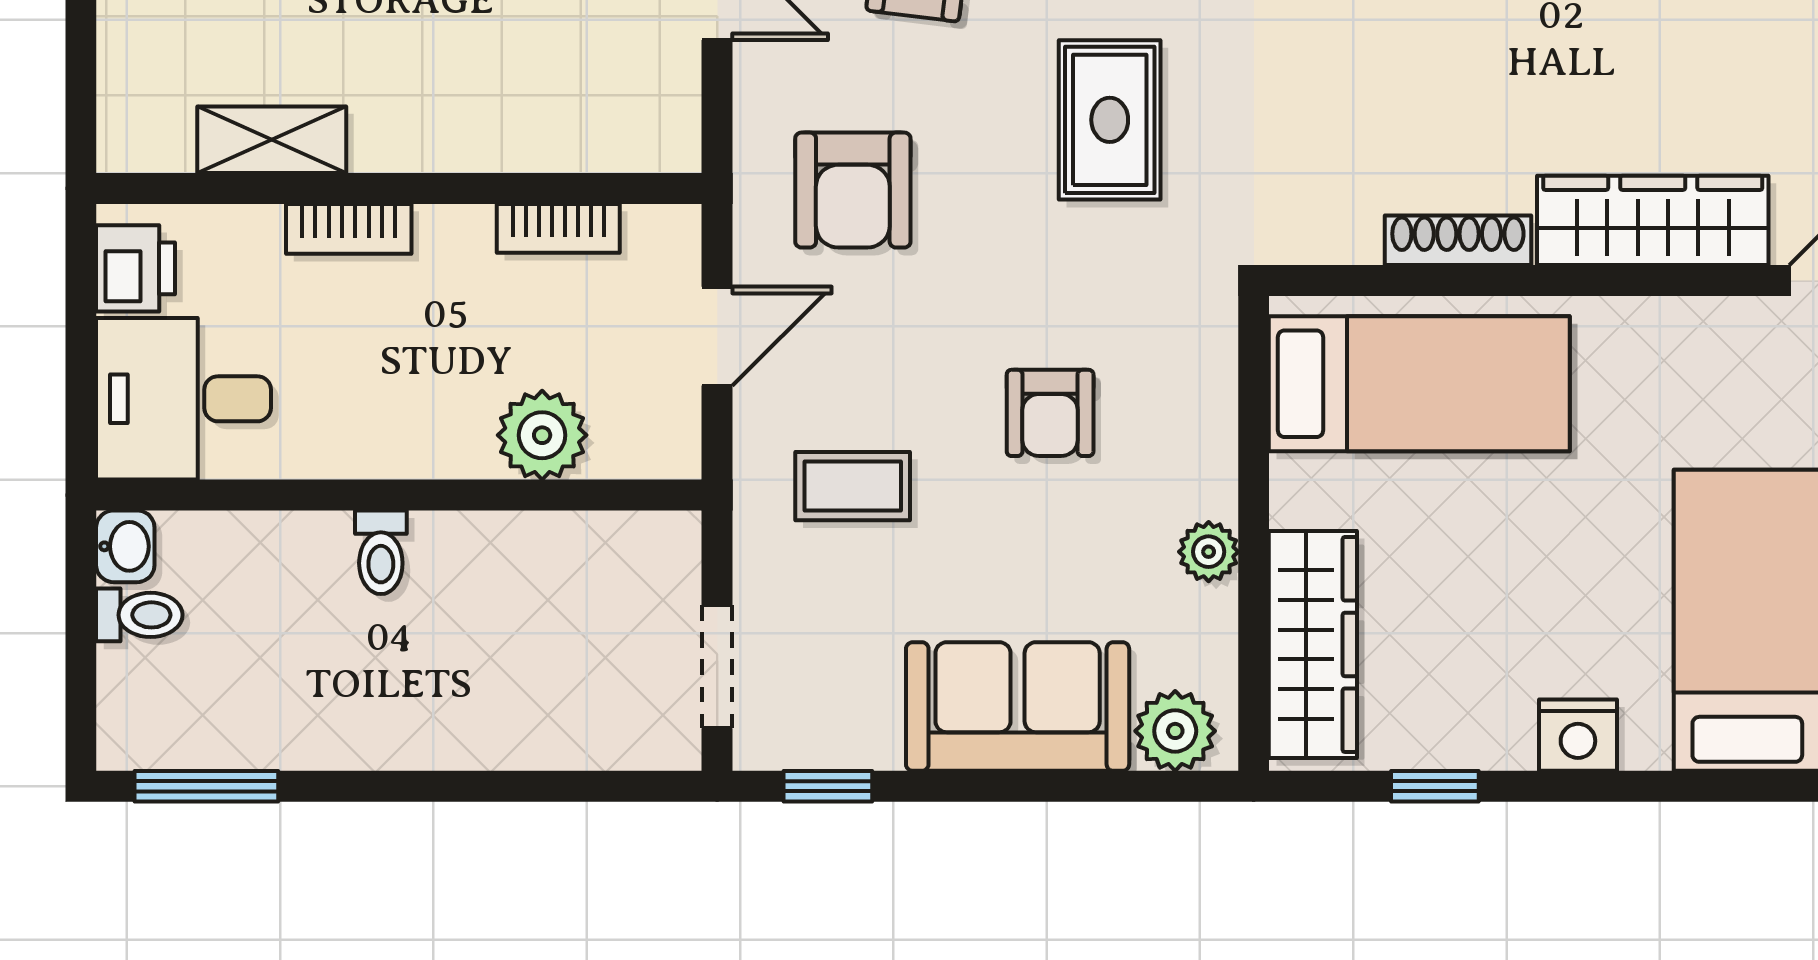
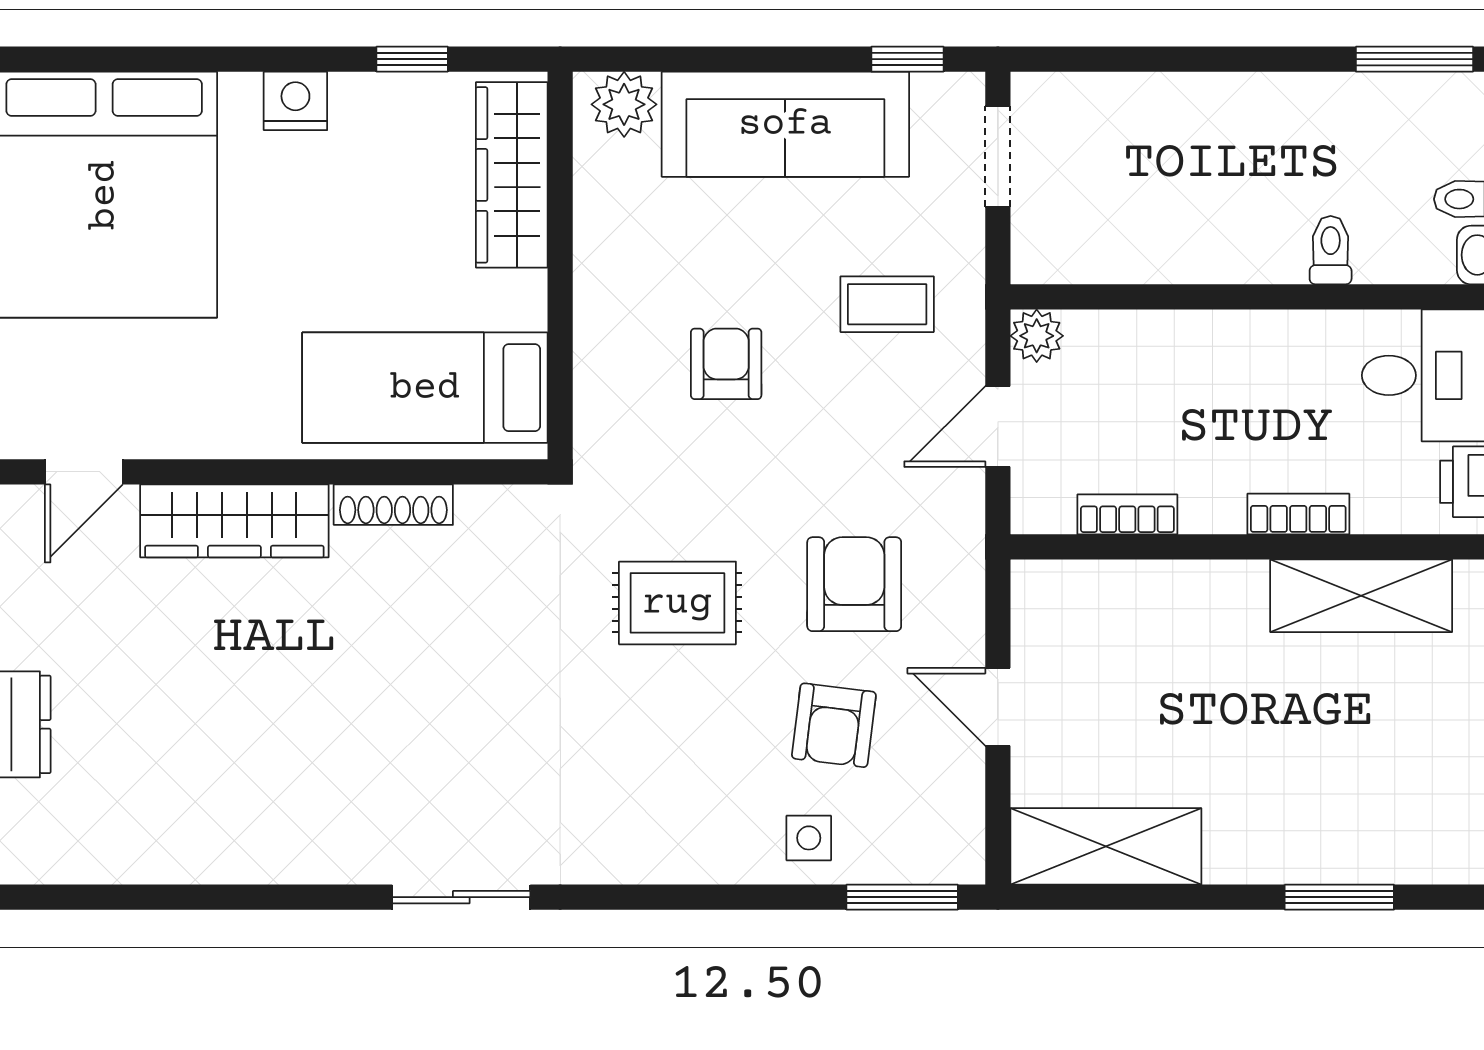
rug: (1110, 120) -> (677, 603), turned 90
shelving: (272, 140) -> (1361, 596), width x1.50, depth x1.33
armchair: (853, 190) -> (854, 584), moved
plant: (542, 435) -> (1037, 336), moved, width x0.73, depth x0.73
toilet: (381, 552) -> (1331, 250), moved
plant: (1209, 552) -> (597, 251), removed
sofa: (1018, 707) -> (785, 124), width x1.36

